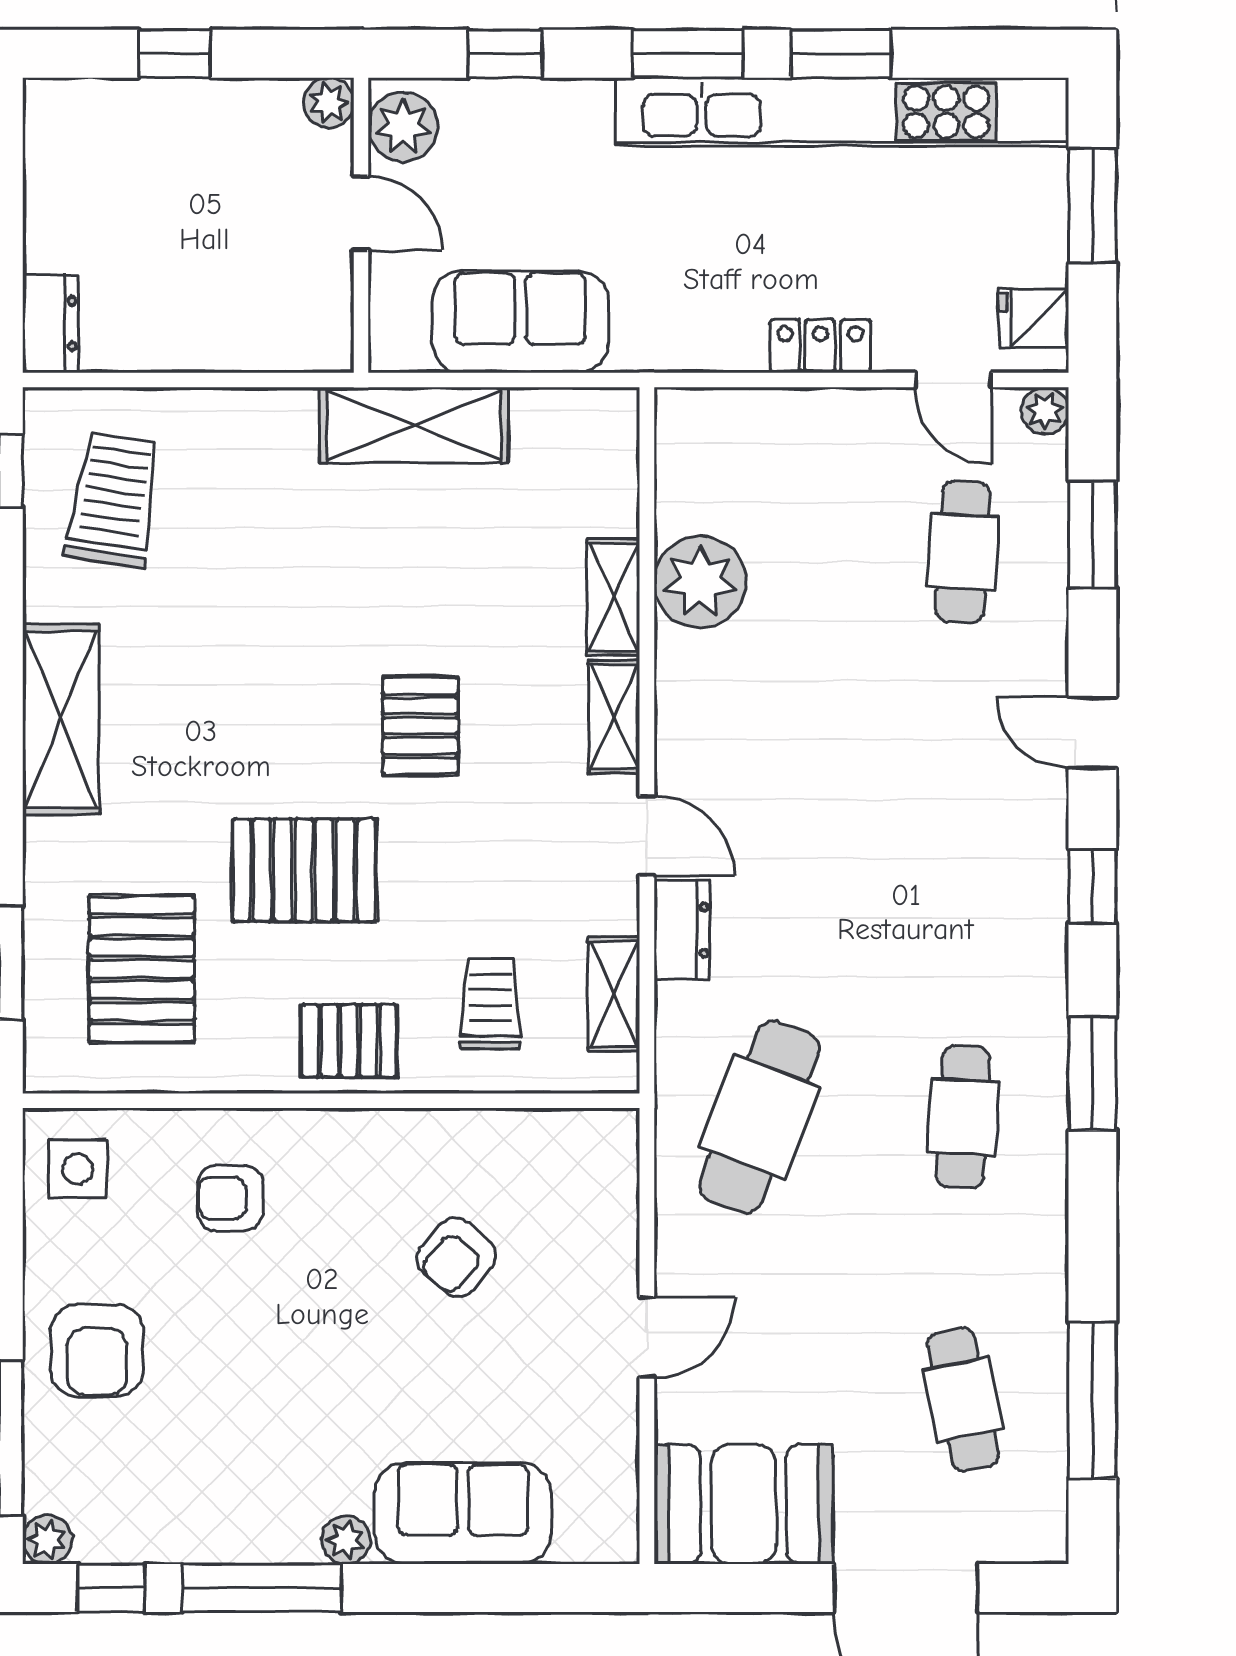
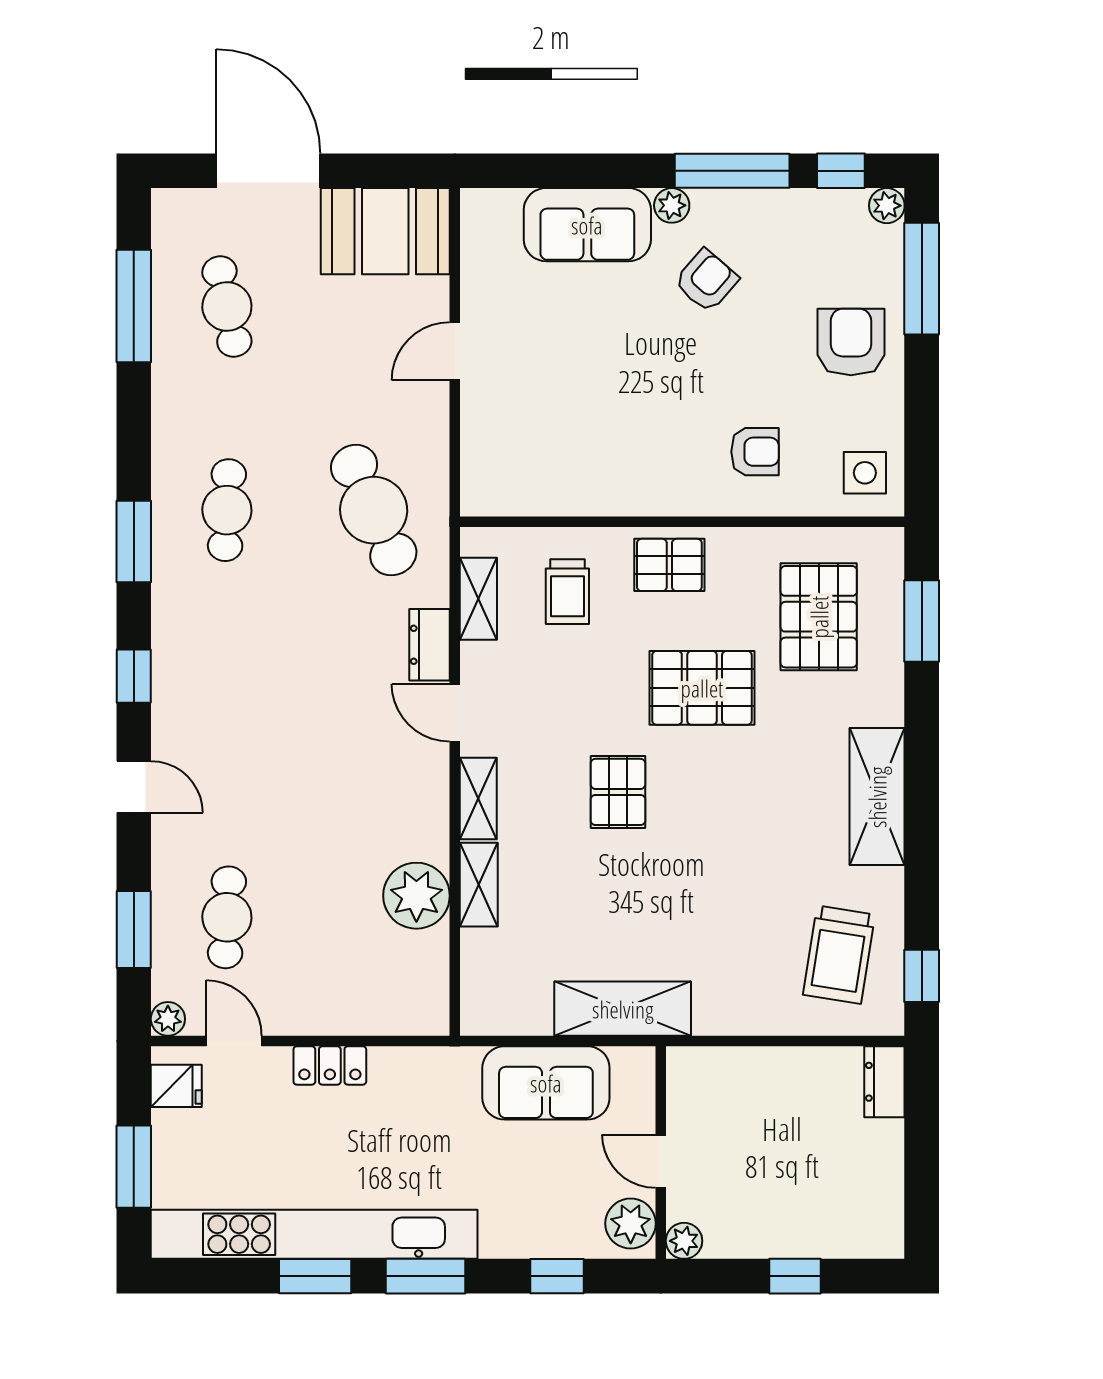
cafe table: (759, 1117) -> (374, 510), turned -45
armchair: (456, 1257) -> (706, 281), moved

